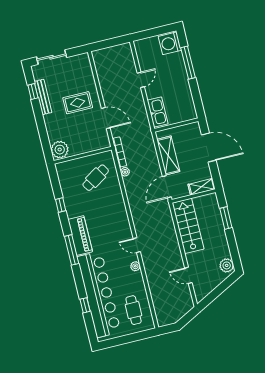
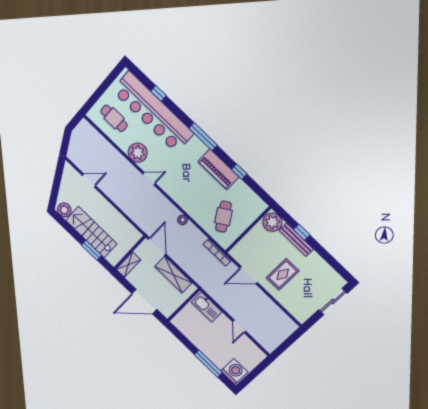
window: (33, 92) -> (302, 232), moved
bench: (43, 97) -> (296, 240), moved
plant: (125, 172) -> (183, 220), moved
stairs: (188, 226) -> (91, 232), moved, turned 180
piano: (80, 236) -> (218, 169), moved
plant: (135, 266) -> (138, 153), width x1.87, depth x1.87

